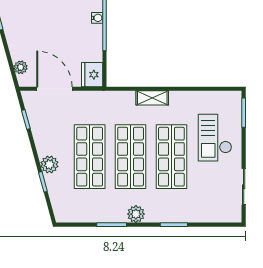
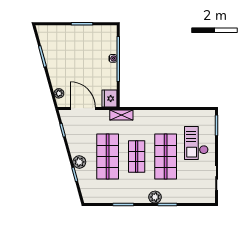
shelving: (152, 98) -> (121, 115), moved
shop shelf: (131, 157) -> (137, 156), width x0.70, depth x0.74
plant: (136, 214) -> (155, 197), moved

